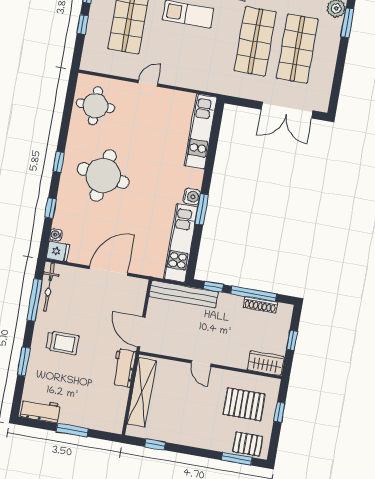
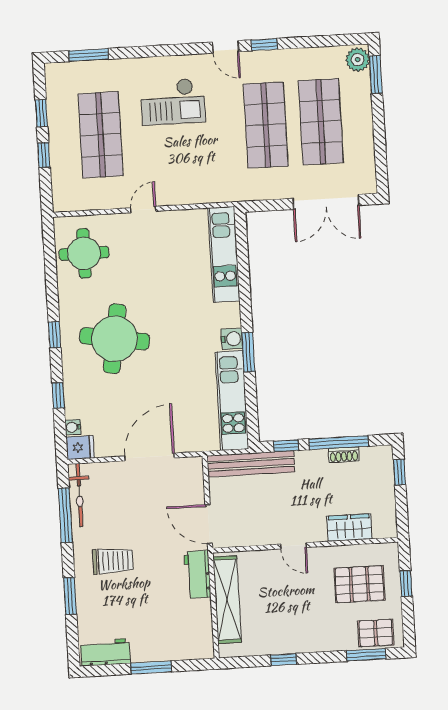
shoe rack: (260, 305) -> (344, 455), width x0.70
window: (292, 340) -> (399, 472), moved
wardrobe: (266, 363) -> (349, 528), moved
window: (155, 444) -> (284, 660), moved

